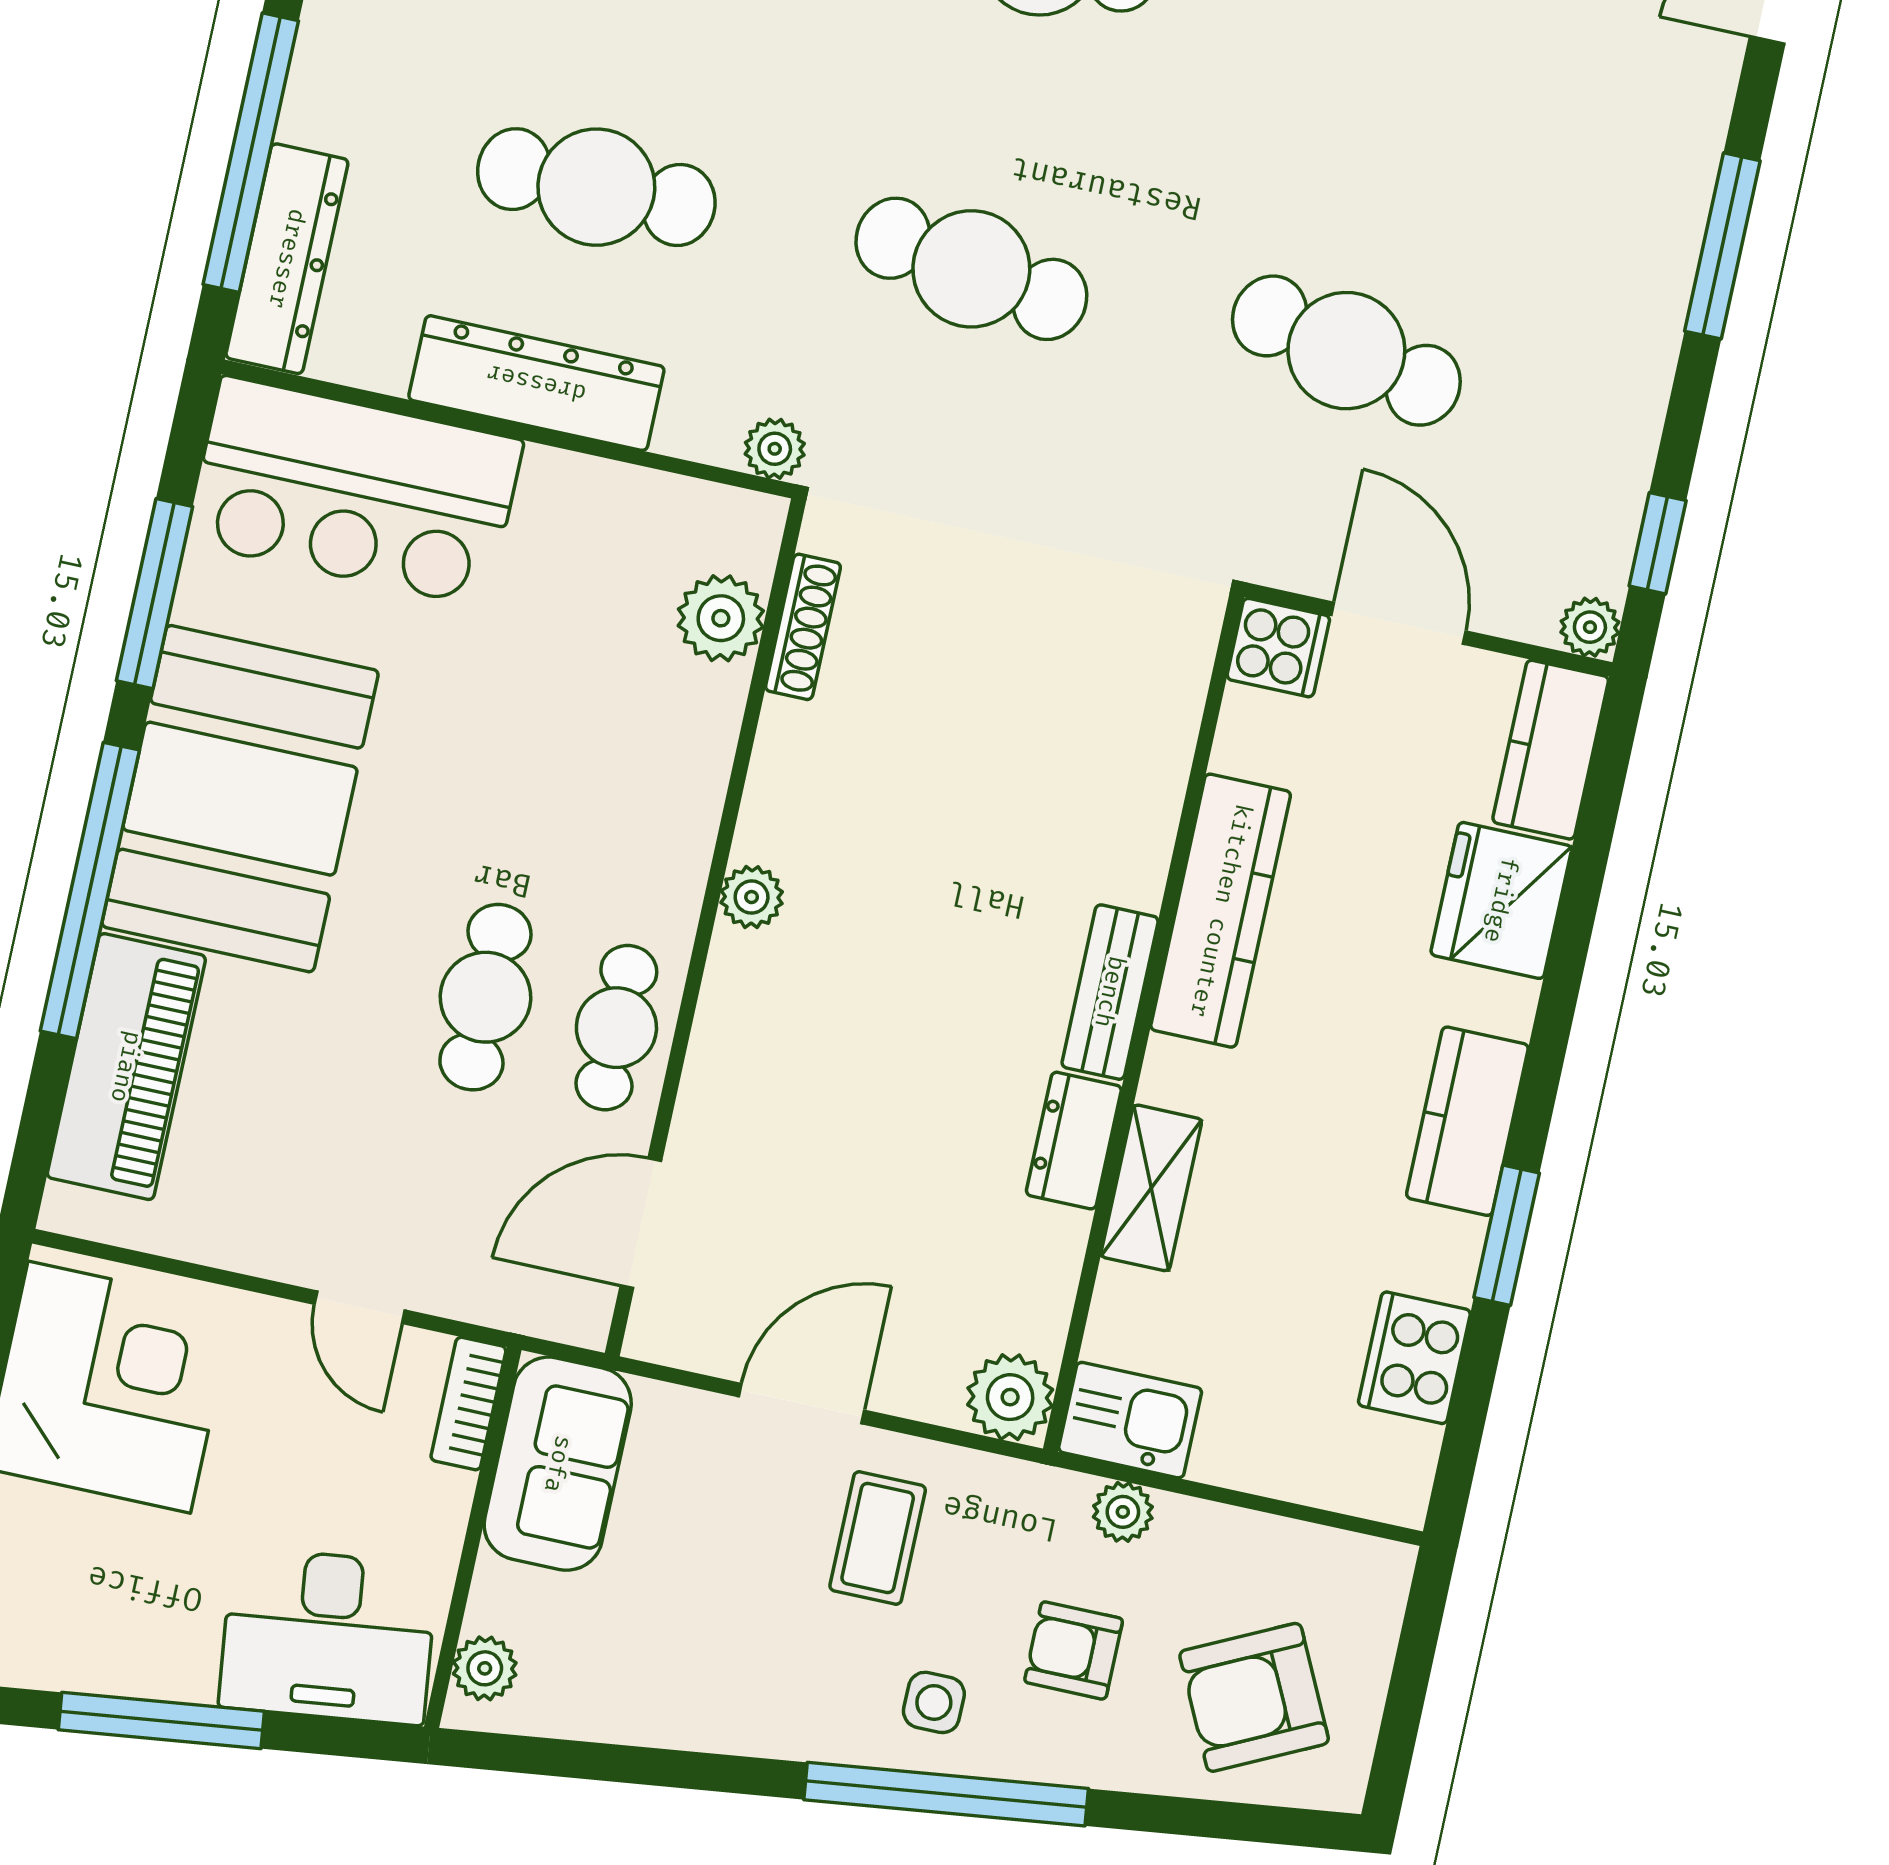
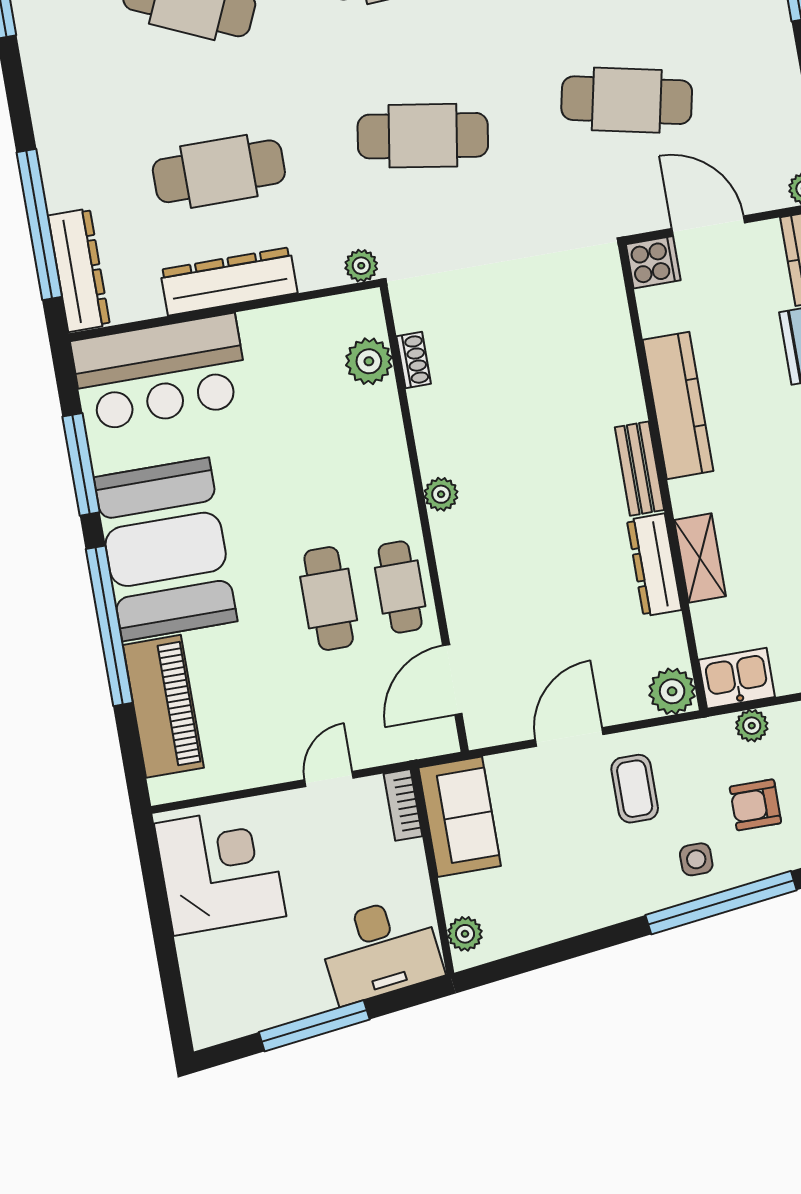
shoe rack: (803, 627) -> (414, 360), width x0.70
dresser: (1074, 1141) -> (654, 565), width x1.44
door: (360, 1307) -> (329, 779), swing flipped

